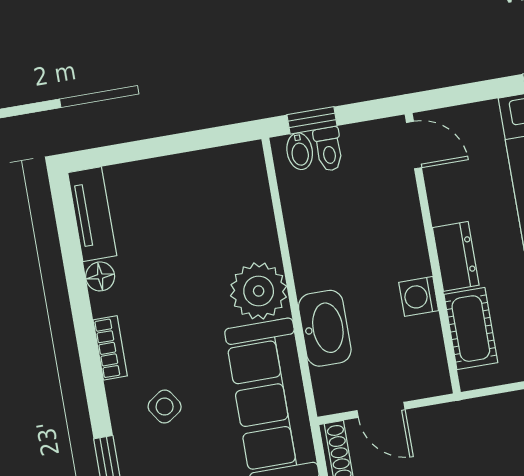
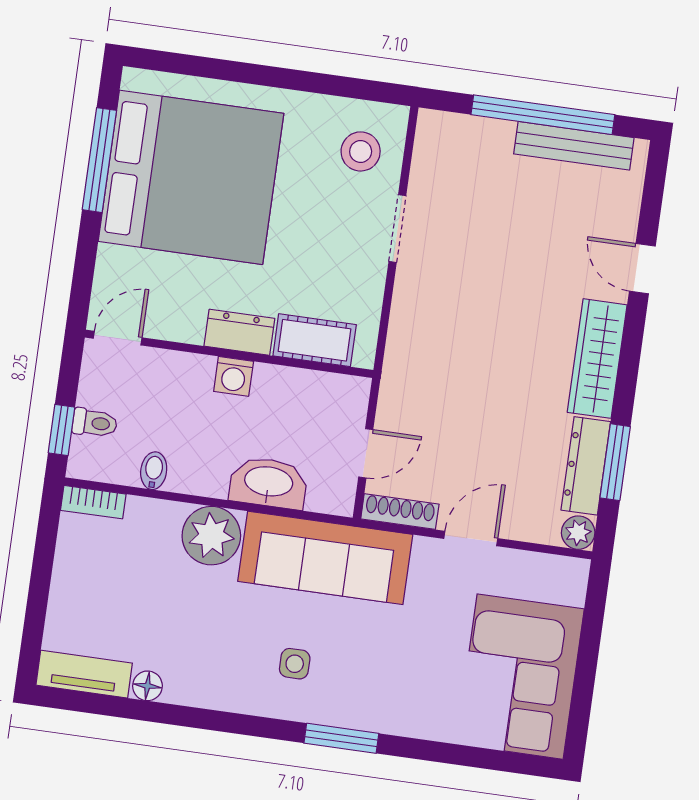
bidet: (300, 151) -> (154, 471), moved, turned -90
washing machine: (419, 296) -> (234, 376), moved
bookcase: (110, 348) -> (93, 502), moved, turned 180
side table: (165, 407) -> (295, 664), turned 34

